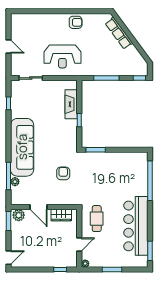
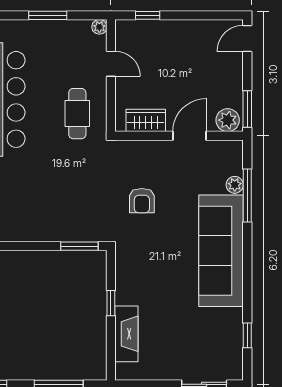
door: (38, 207) -> (189, 136), hinge flipped
door: (79, 244) -> (111, 64), swing flipped

